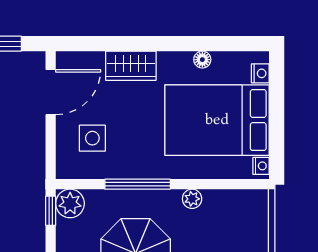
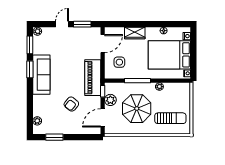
piano: (26, 177) -> (93, 78), added
plant: (70, 203) -> (110, 100), moved

